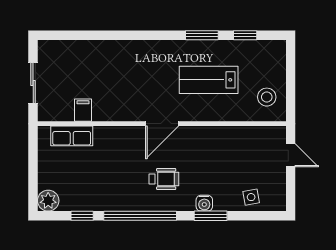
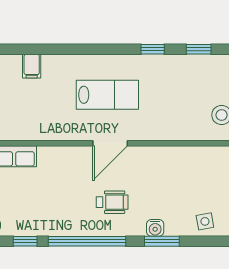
window: (202, 35) -> (153, 49), width x0.67
lab bench: (209, 80) -> (107, 95), moved, turned 180
filing cabinet: (83, 110) -> (32, 66), moved, turned 180

